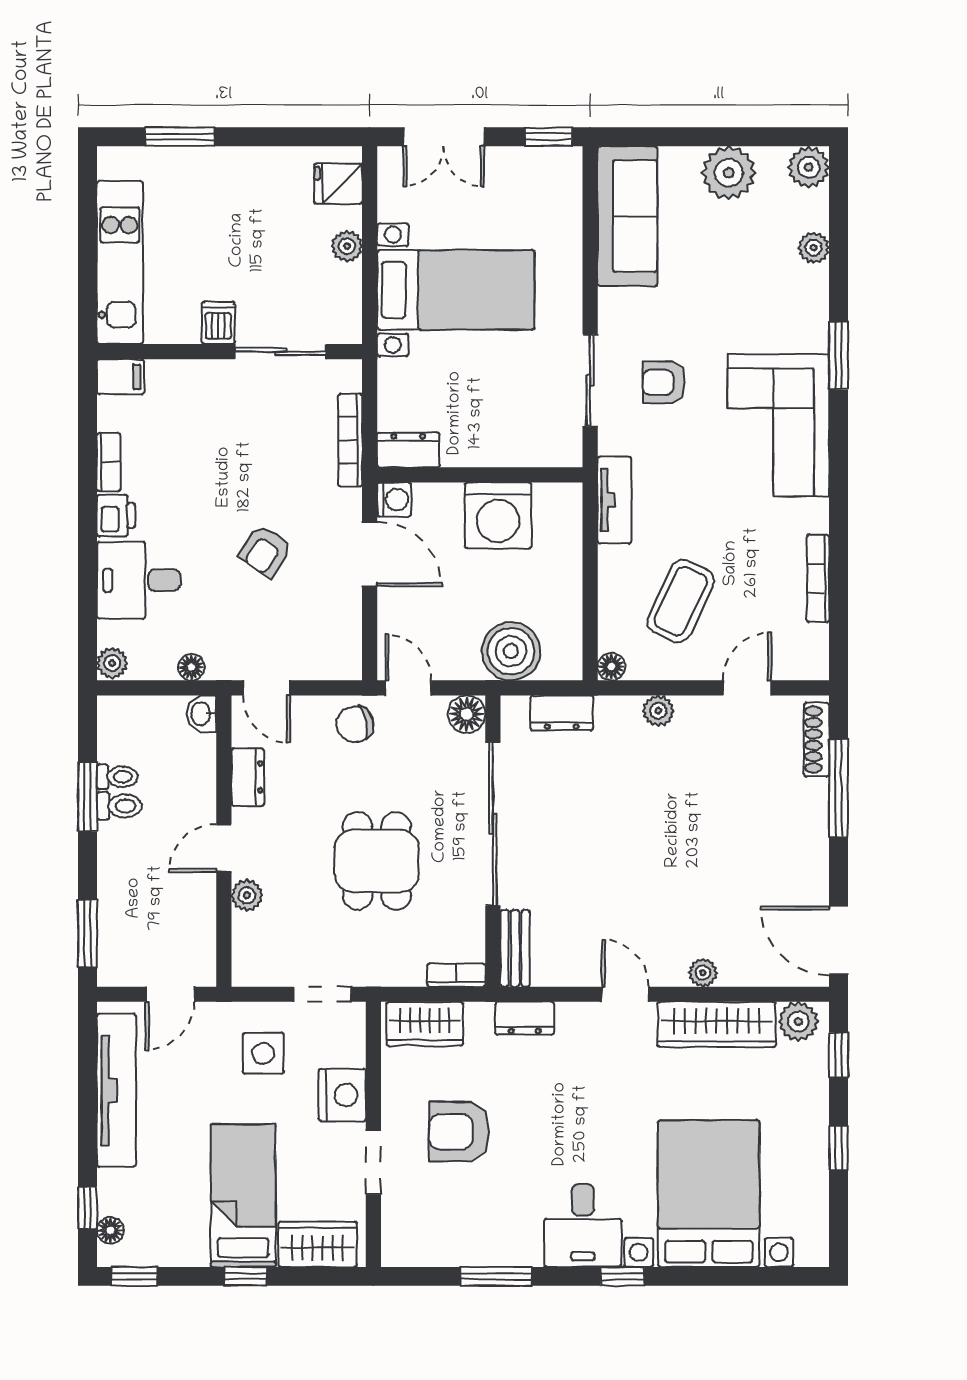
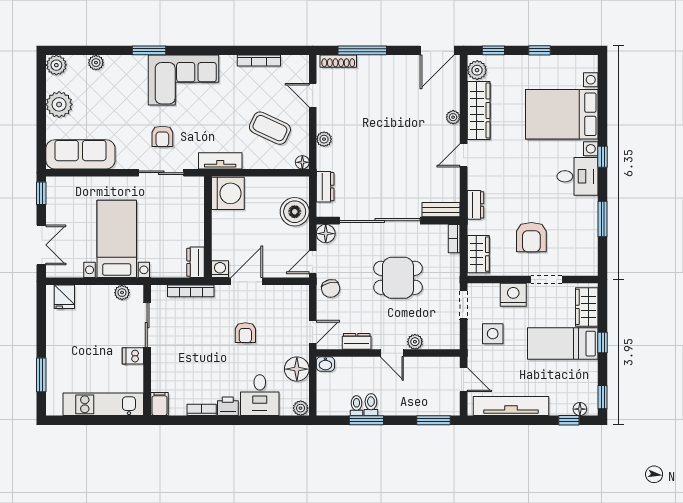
plant: (347, 246) -> (122, 293), moved
washing machine: (498, 515) -> (228, 193), moved
armchair: (265, 551) -> (245, 333), turned 56
floor lamp: (191, 667) -> (297, 369), width x1.89, depth x1.89

